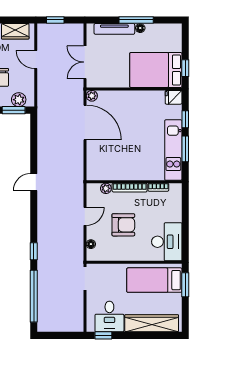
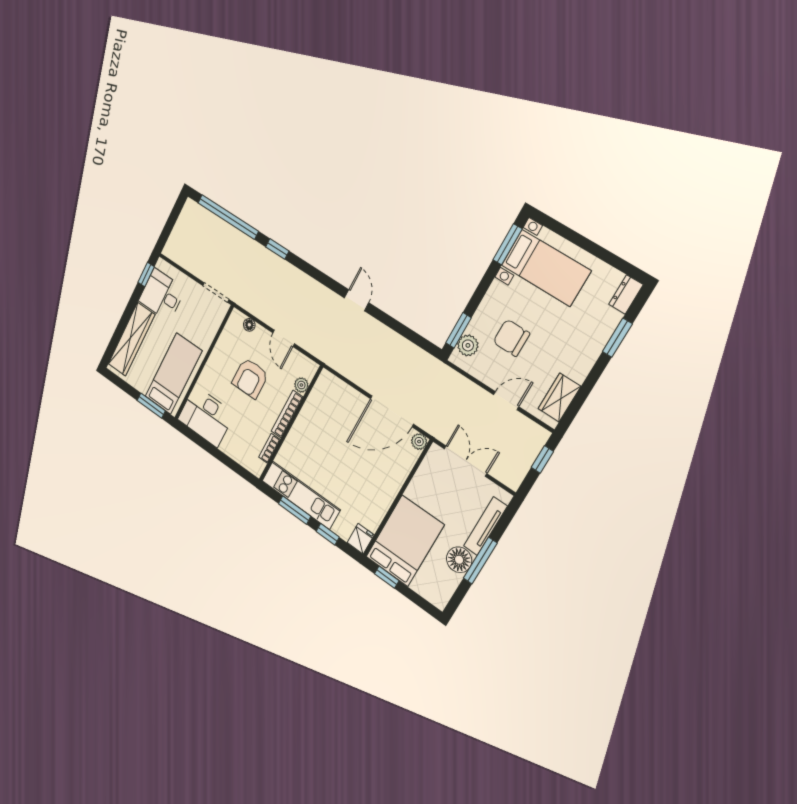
floor lamp: (140, 28) -> (459, 560), width x1.89, depth x1.89

